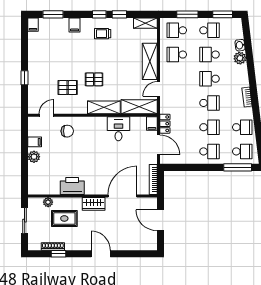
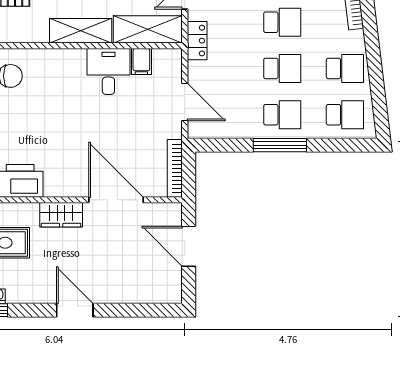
filing cabinet: (152, 124) -> (141, 62), moved
locker: (165, 124) -> (197, 41), moved
window: (238, 167) -> (280, 145), moved
door: (122, 196) -> (116, 200), hinge flipped

